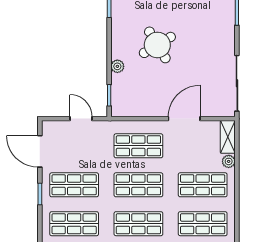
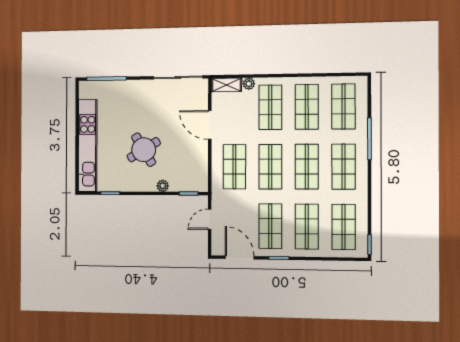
door: (40, 151) -> (240, 257), swing flipped

